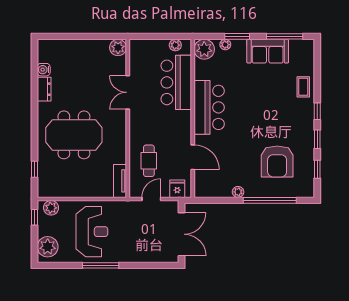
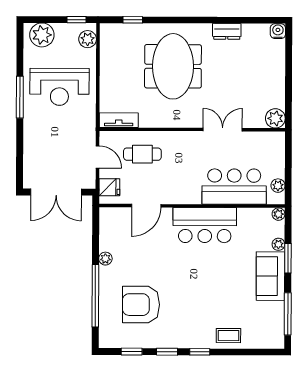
plant: (204, 49) -> (278, 214), width x0.53, depth x0.53
sofa: (268, 51) -> (270, 276), moved
water cooler: (44, 70) -> (278, 31), moved

